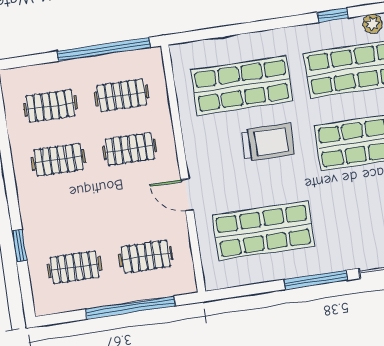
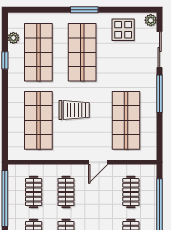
trolley: (268, 142) -> (74, 110), turned 90

